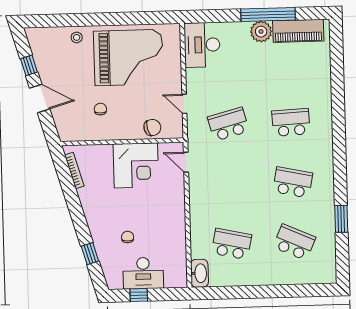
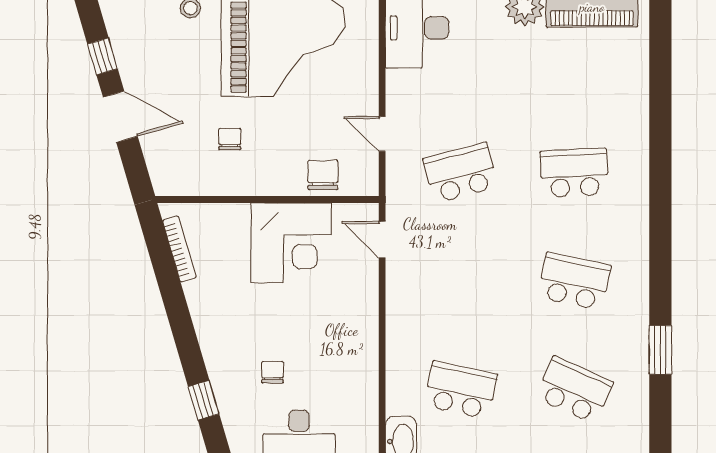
chair: (152, 128) -> (323, 175), turned -76

